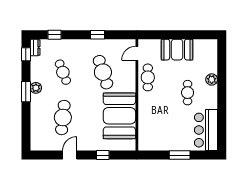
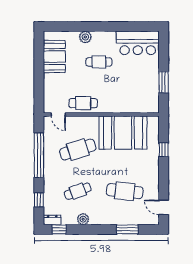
window: (98, 35) -> (39, 155), width x3.17
booth: (177, 50) -> (54, 57), moved
plant: (36, 88) -> (83, 219), moved
window: (26, 92) -> (127, 229), moved
door: (70, 155) -> (164, 207), moved
window: (180, 155) -> (164, 82), moved

